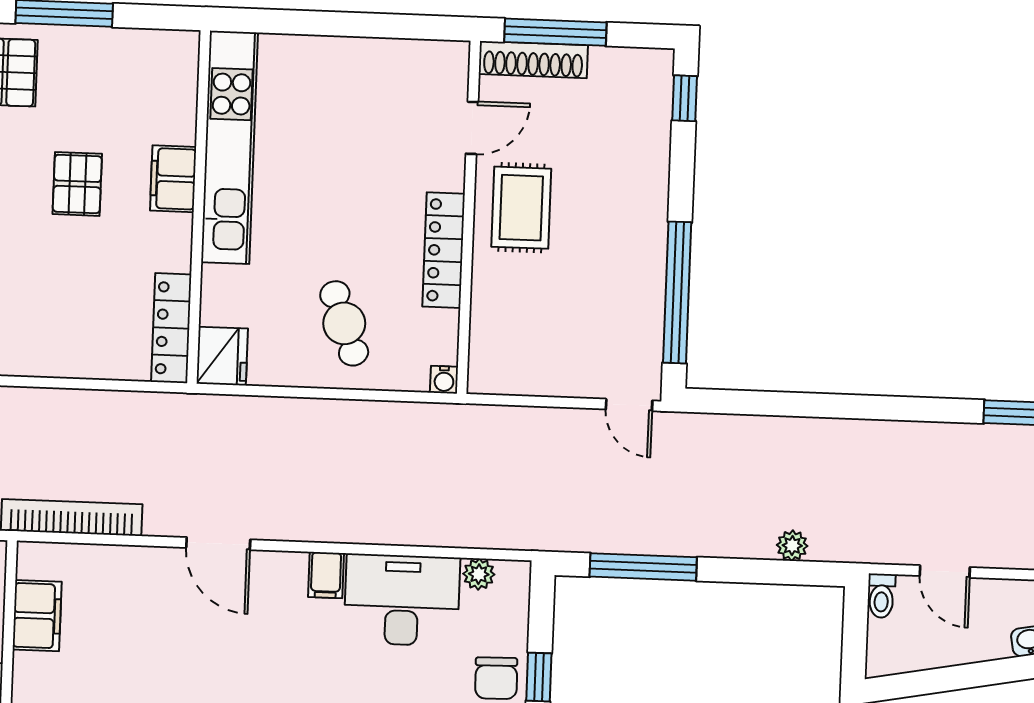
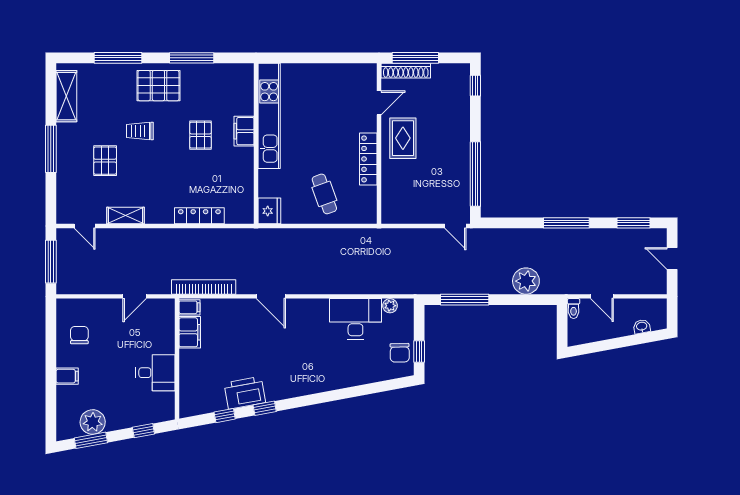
locker: (171, 328) -> (199, 216), moved, turned 90
water cooler: (444, 380) -> (371, 218), removed
window: (873, 407) -> (566, 223), added
plant: (792, 546) -> (526, 281), width x1.88, depth x1.88
filing cabinet: (326, 575) -> (189, 307), moved, turned -90

